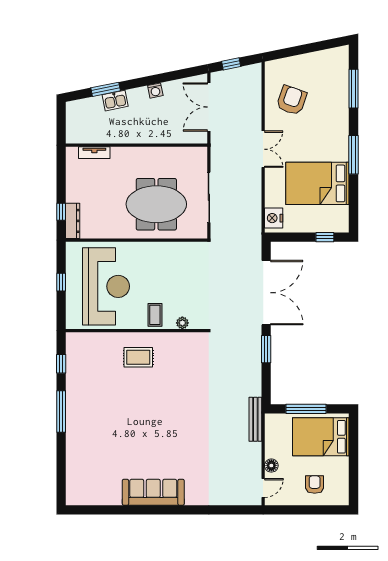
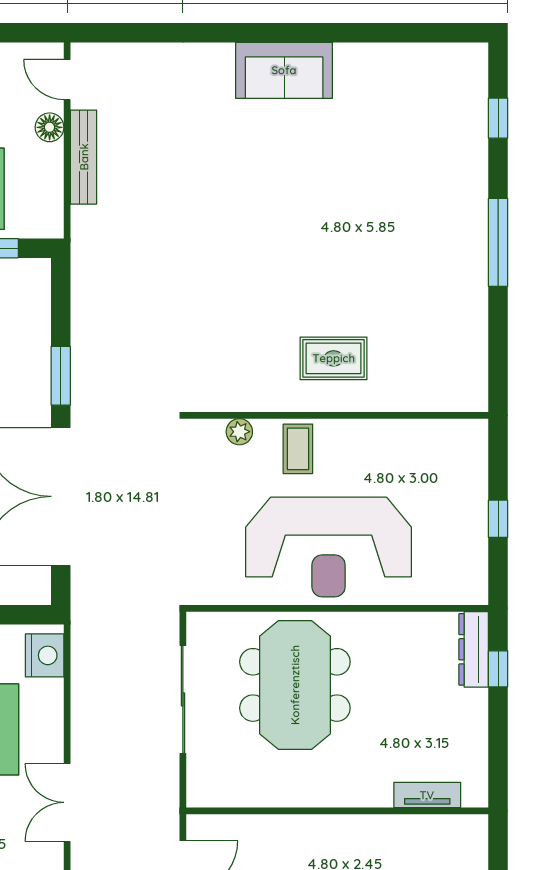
meeting table: (156, 204) -> (295, 685), turned 90
reception desk: (106, 286) -> (329, 547), moved, turned -90
window: (61, 364) -> (498, 118), moved
bench: (255, 419) -> (84, 157), moved
door: (263, 488) -> (67, 79), hinge flipped
sofa: (153, 492) -> (284, 70), width x0.73

